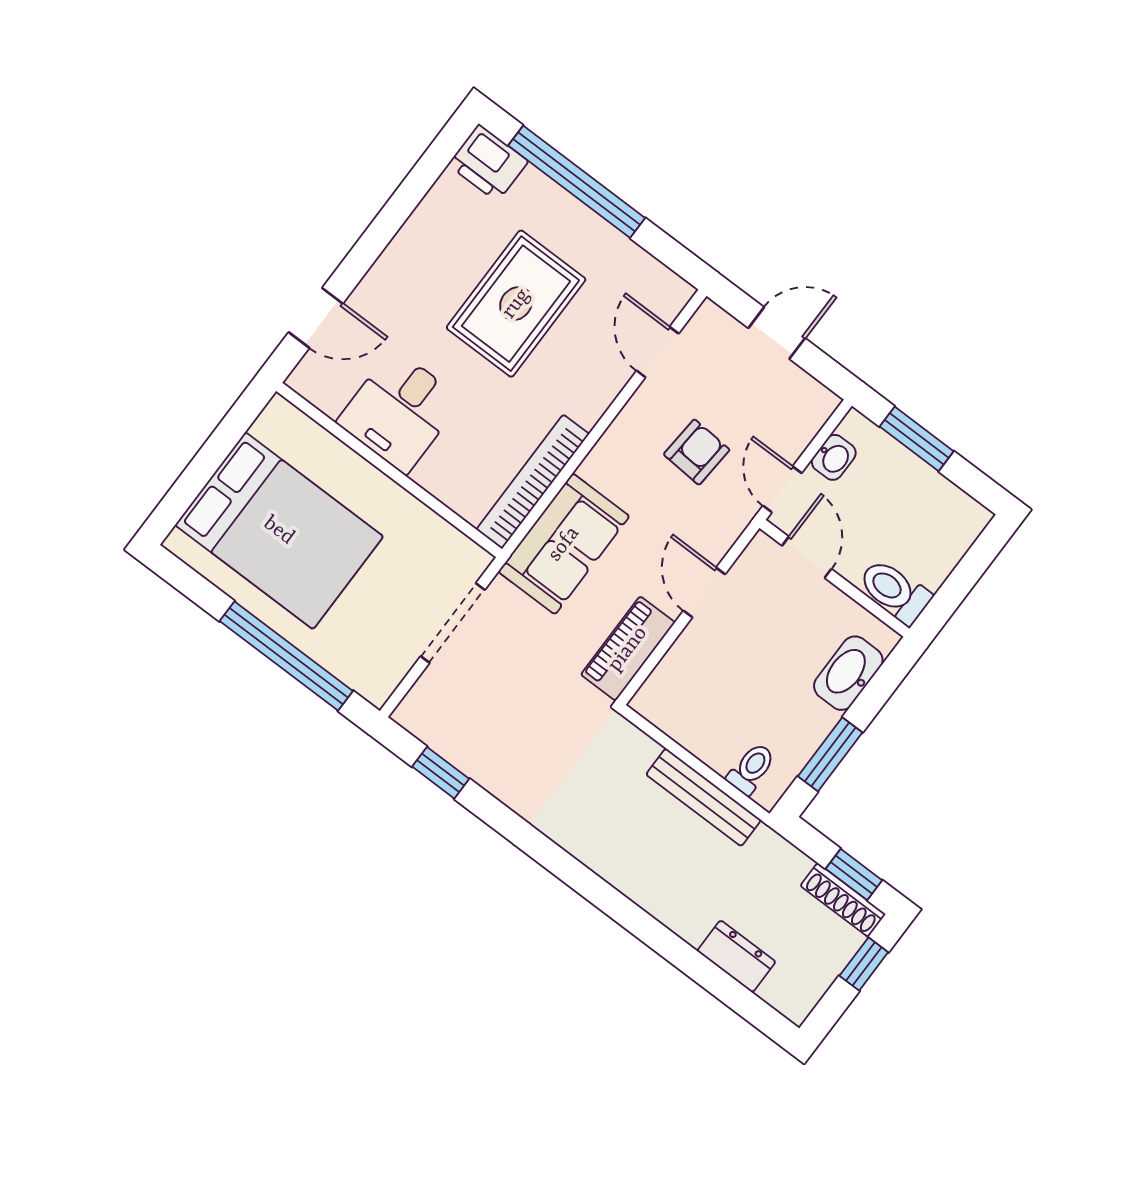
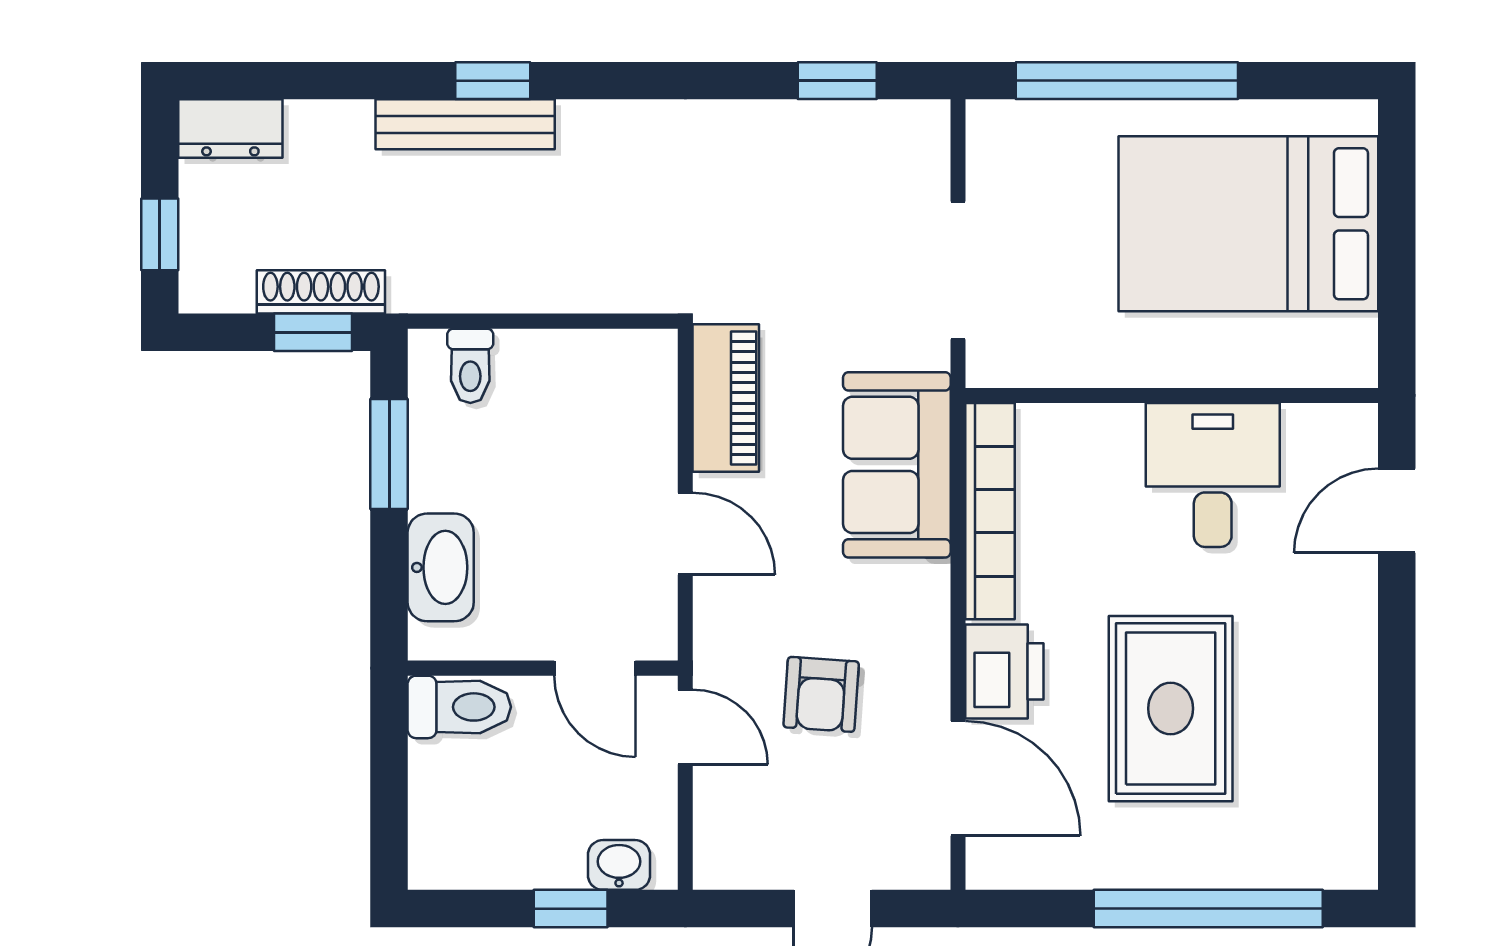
printer: (488, 163) -> (1004, 671), moved, turned 90
door: (658, 352) -> (958, 778), width x1.38
window: (917, 439) -> (571, 909), width x0.67
washbasin: (834, 457) -> (619, 865), moved, turned 90
bench: (704, 797) -> (465, 124), moved
window: (854, 874) -> (313, 332), moved
shoe rack: (843, 900) -> (321, 292), moved
window: (624, 912) -> (493, 81), added
dresser: (736, 956) -> (230, 129), moved

